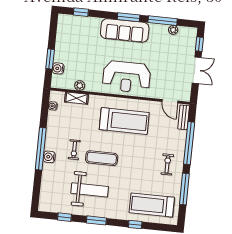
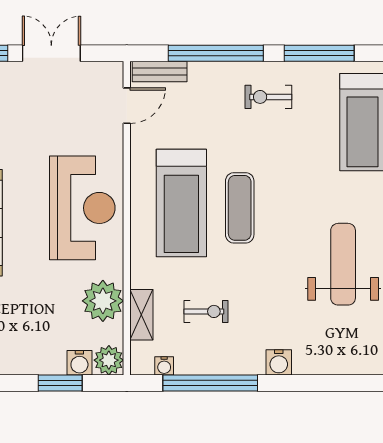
plant: (58, 82) -> (109, 360), added
plant: (80, 86) -> (103, 301), width x1.87, depth x1.87
treadmill: (124, 121) -> (181, 203), turned 180
window: (41, 149) -> (210, 383), moved
exercise bike: (74, 150) -> (206, 311), moved
exercise mat: (102, 158) -> (240, 208), moved

